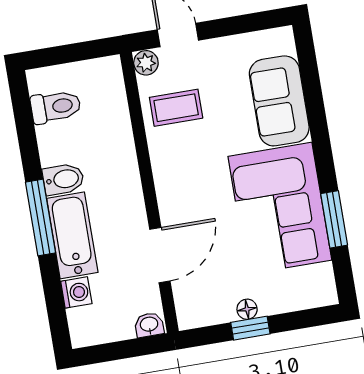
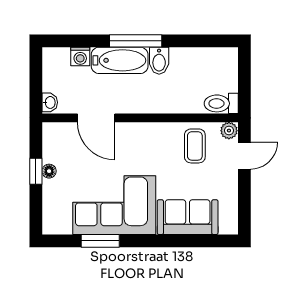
toilet: (56, 107) -> (221, 103), moved, turned 90

